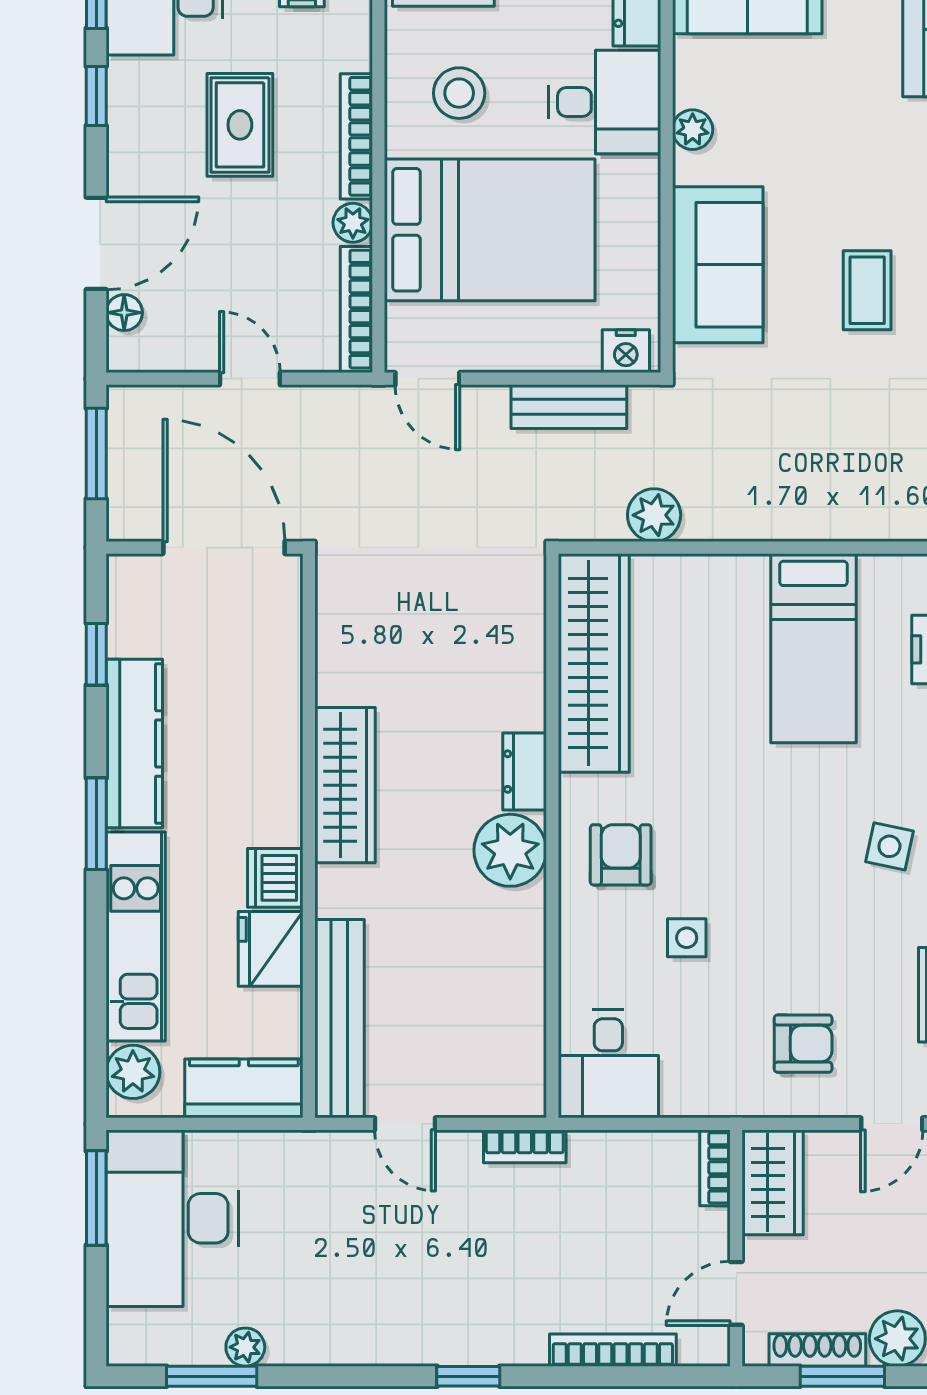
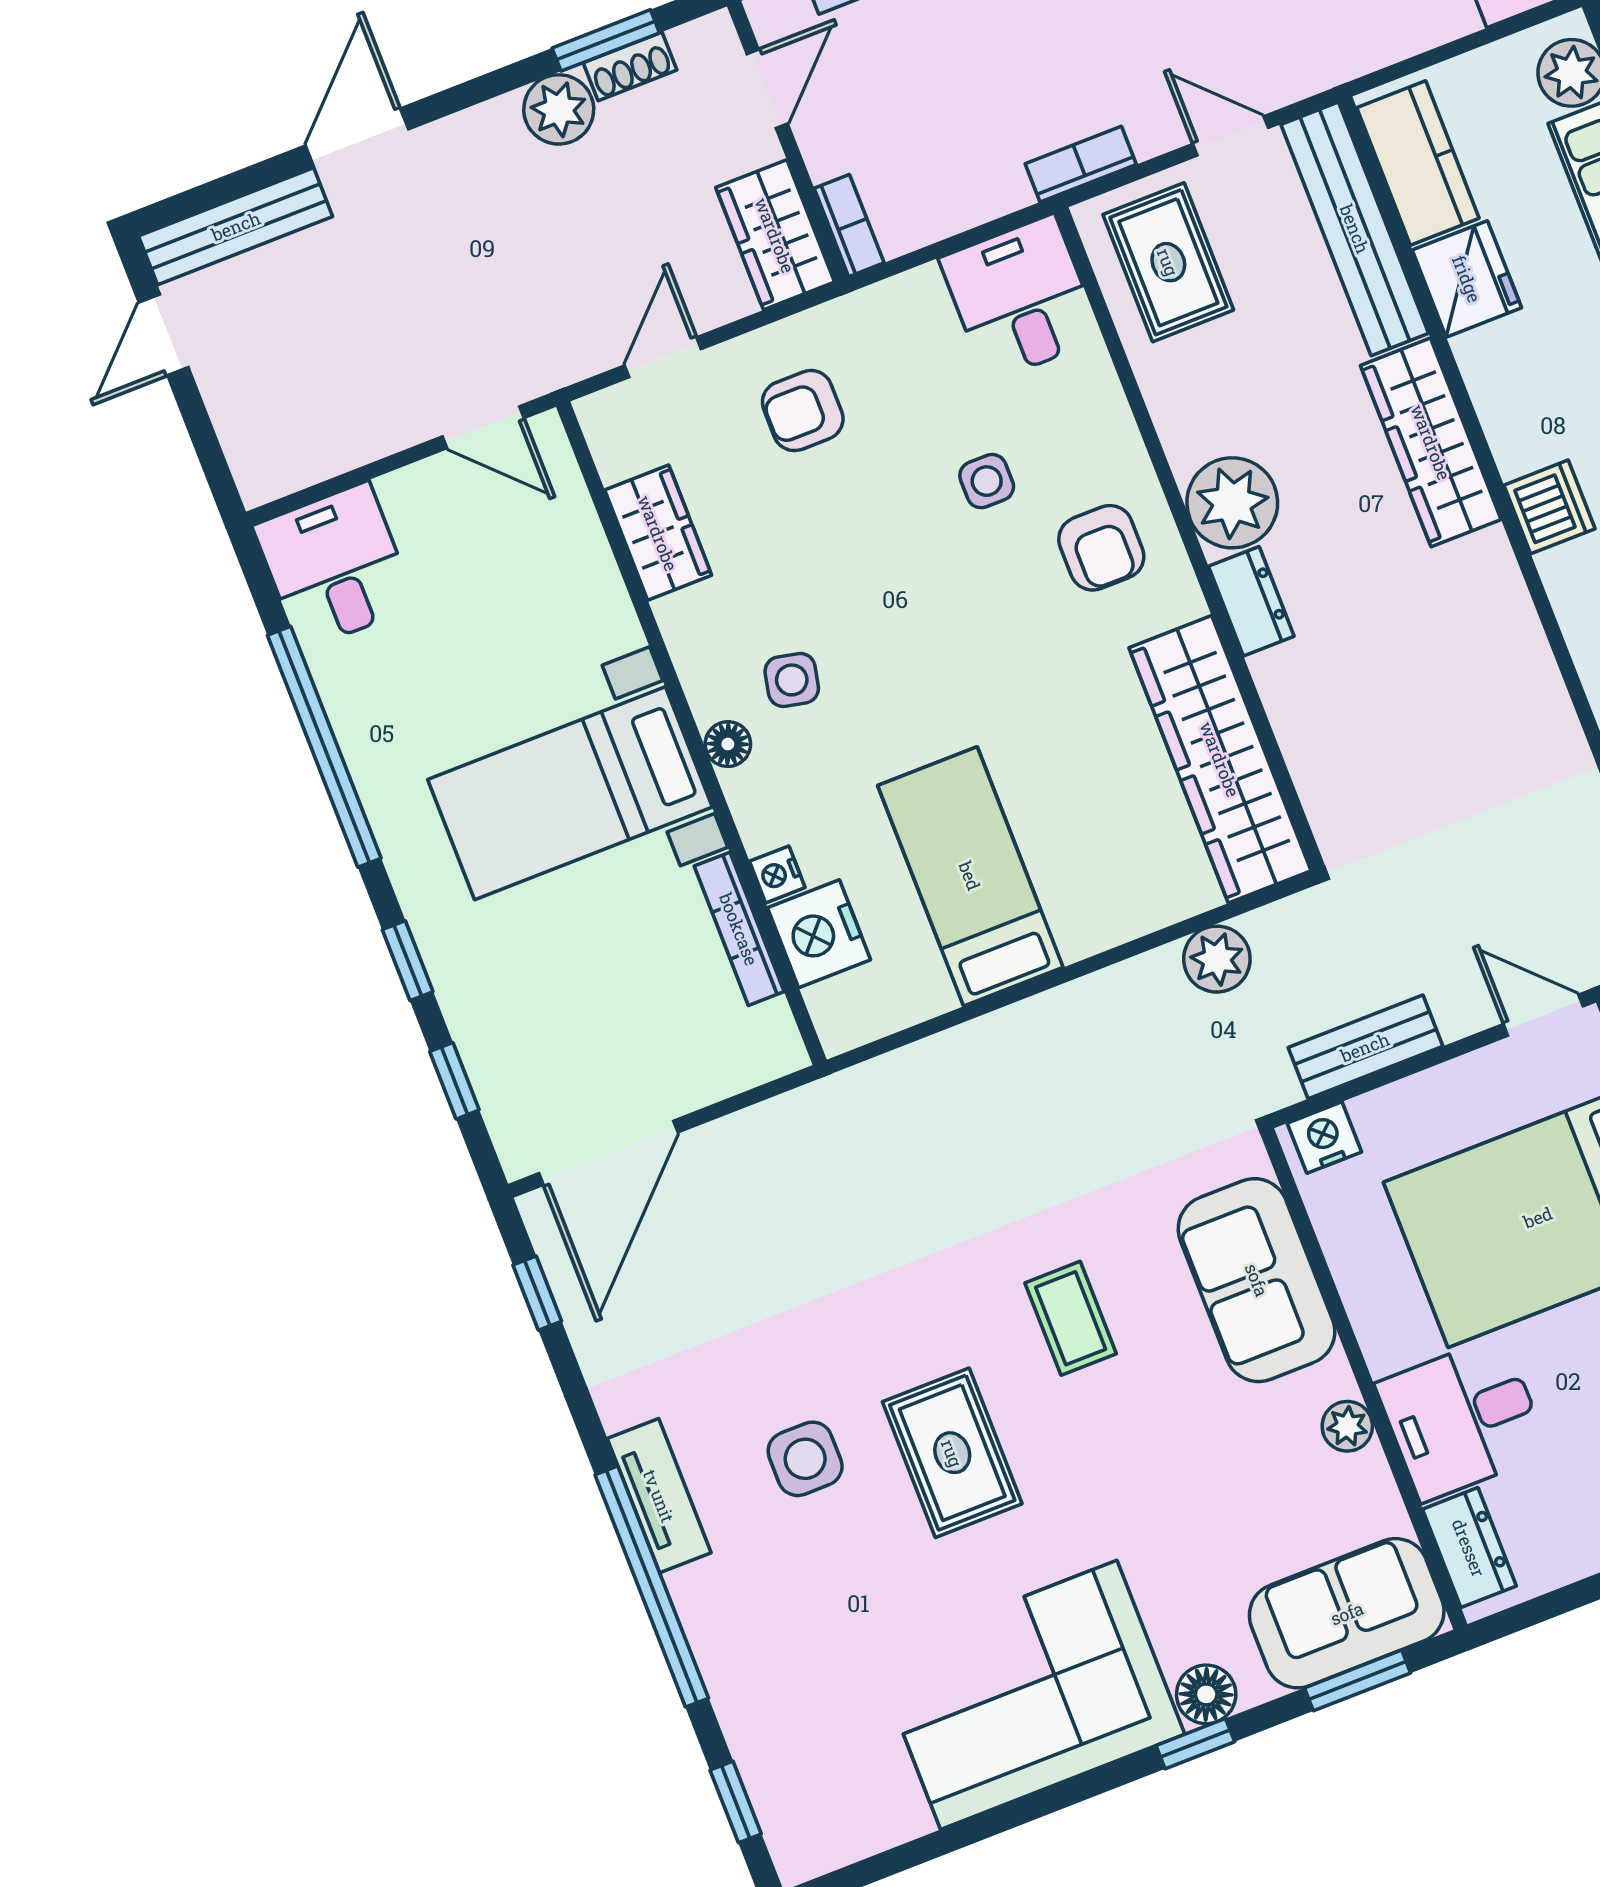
wardrobe: (345, 785) -> (1431, 442), moved
dishwasher: (275, 878) -> (1549, 507), moved
rug: (488, 1048) -> (1168, 262), added
kitchen counter: (244, 1088) -> (1418, 163), moved, turned -90
shoe rack: (817, 1350) -> (630, 66), width x0.70

